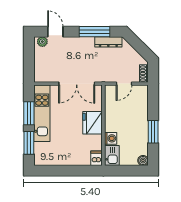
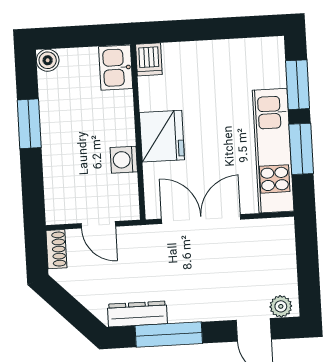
door: (124, 84) -> (98, 225), swing flipped
washing machine: (111, 138) -> (124, 160), moved

